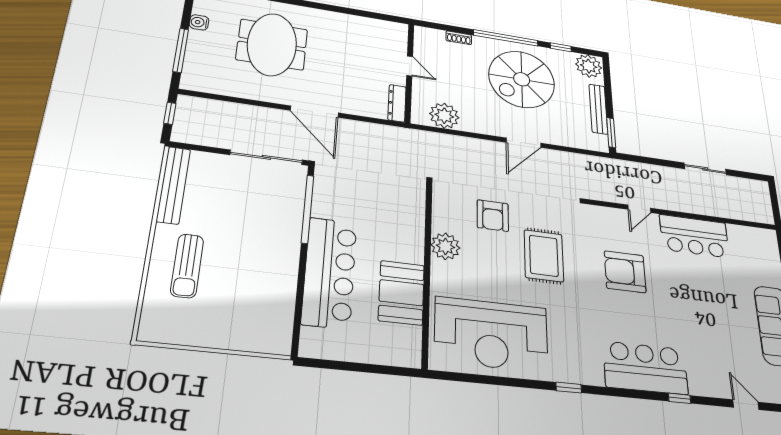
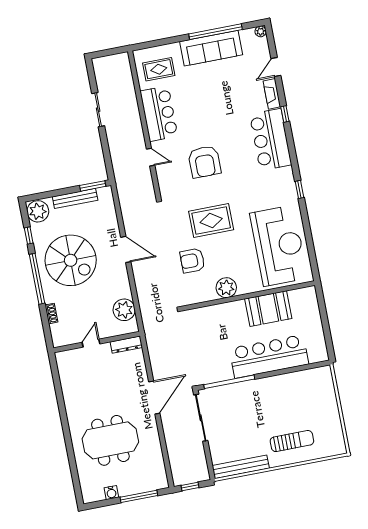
armchair: (493, 216) -> (192, 261), turned 180
rug: (751, 254) -> (159, 69), added
fireplace: (709, 388) -> (272, 94), added

